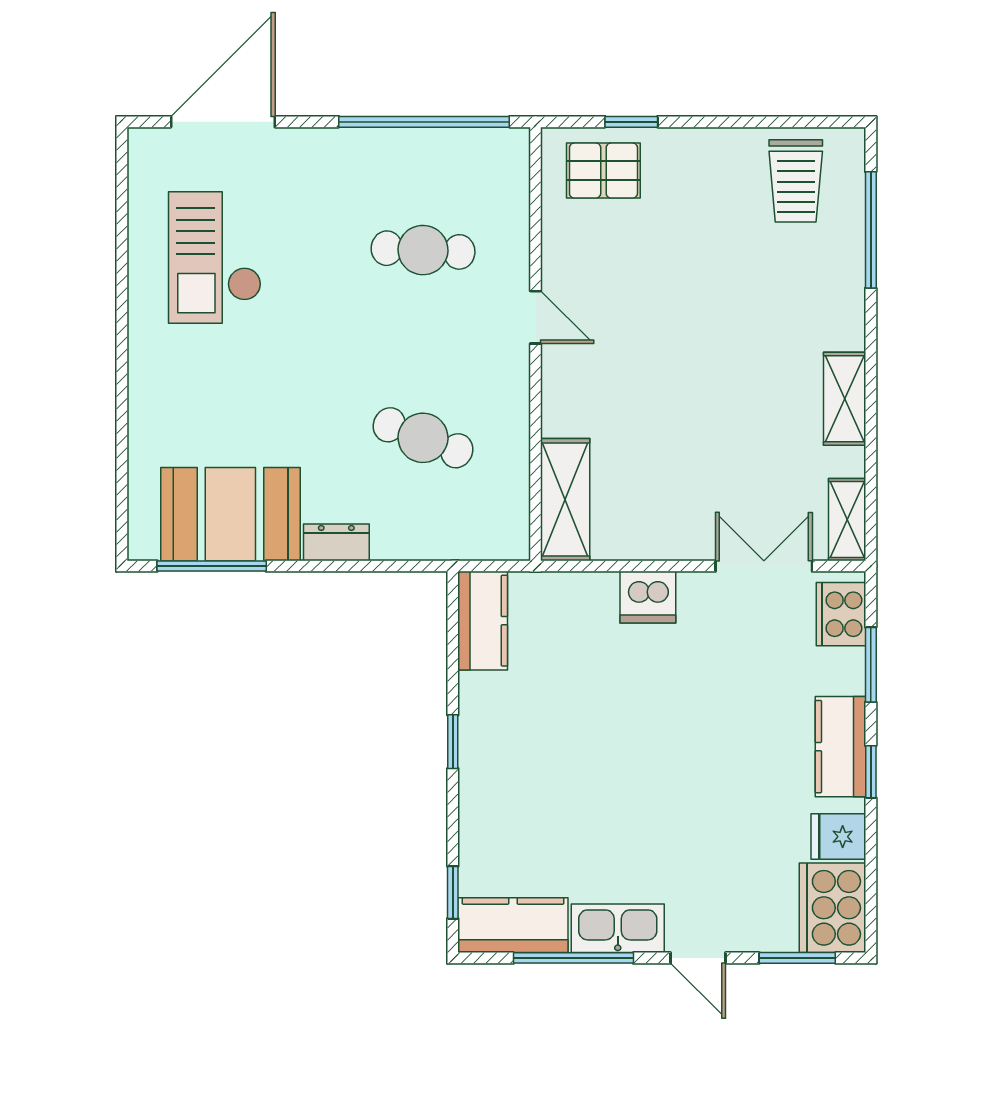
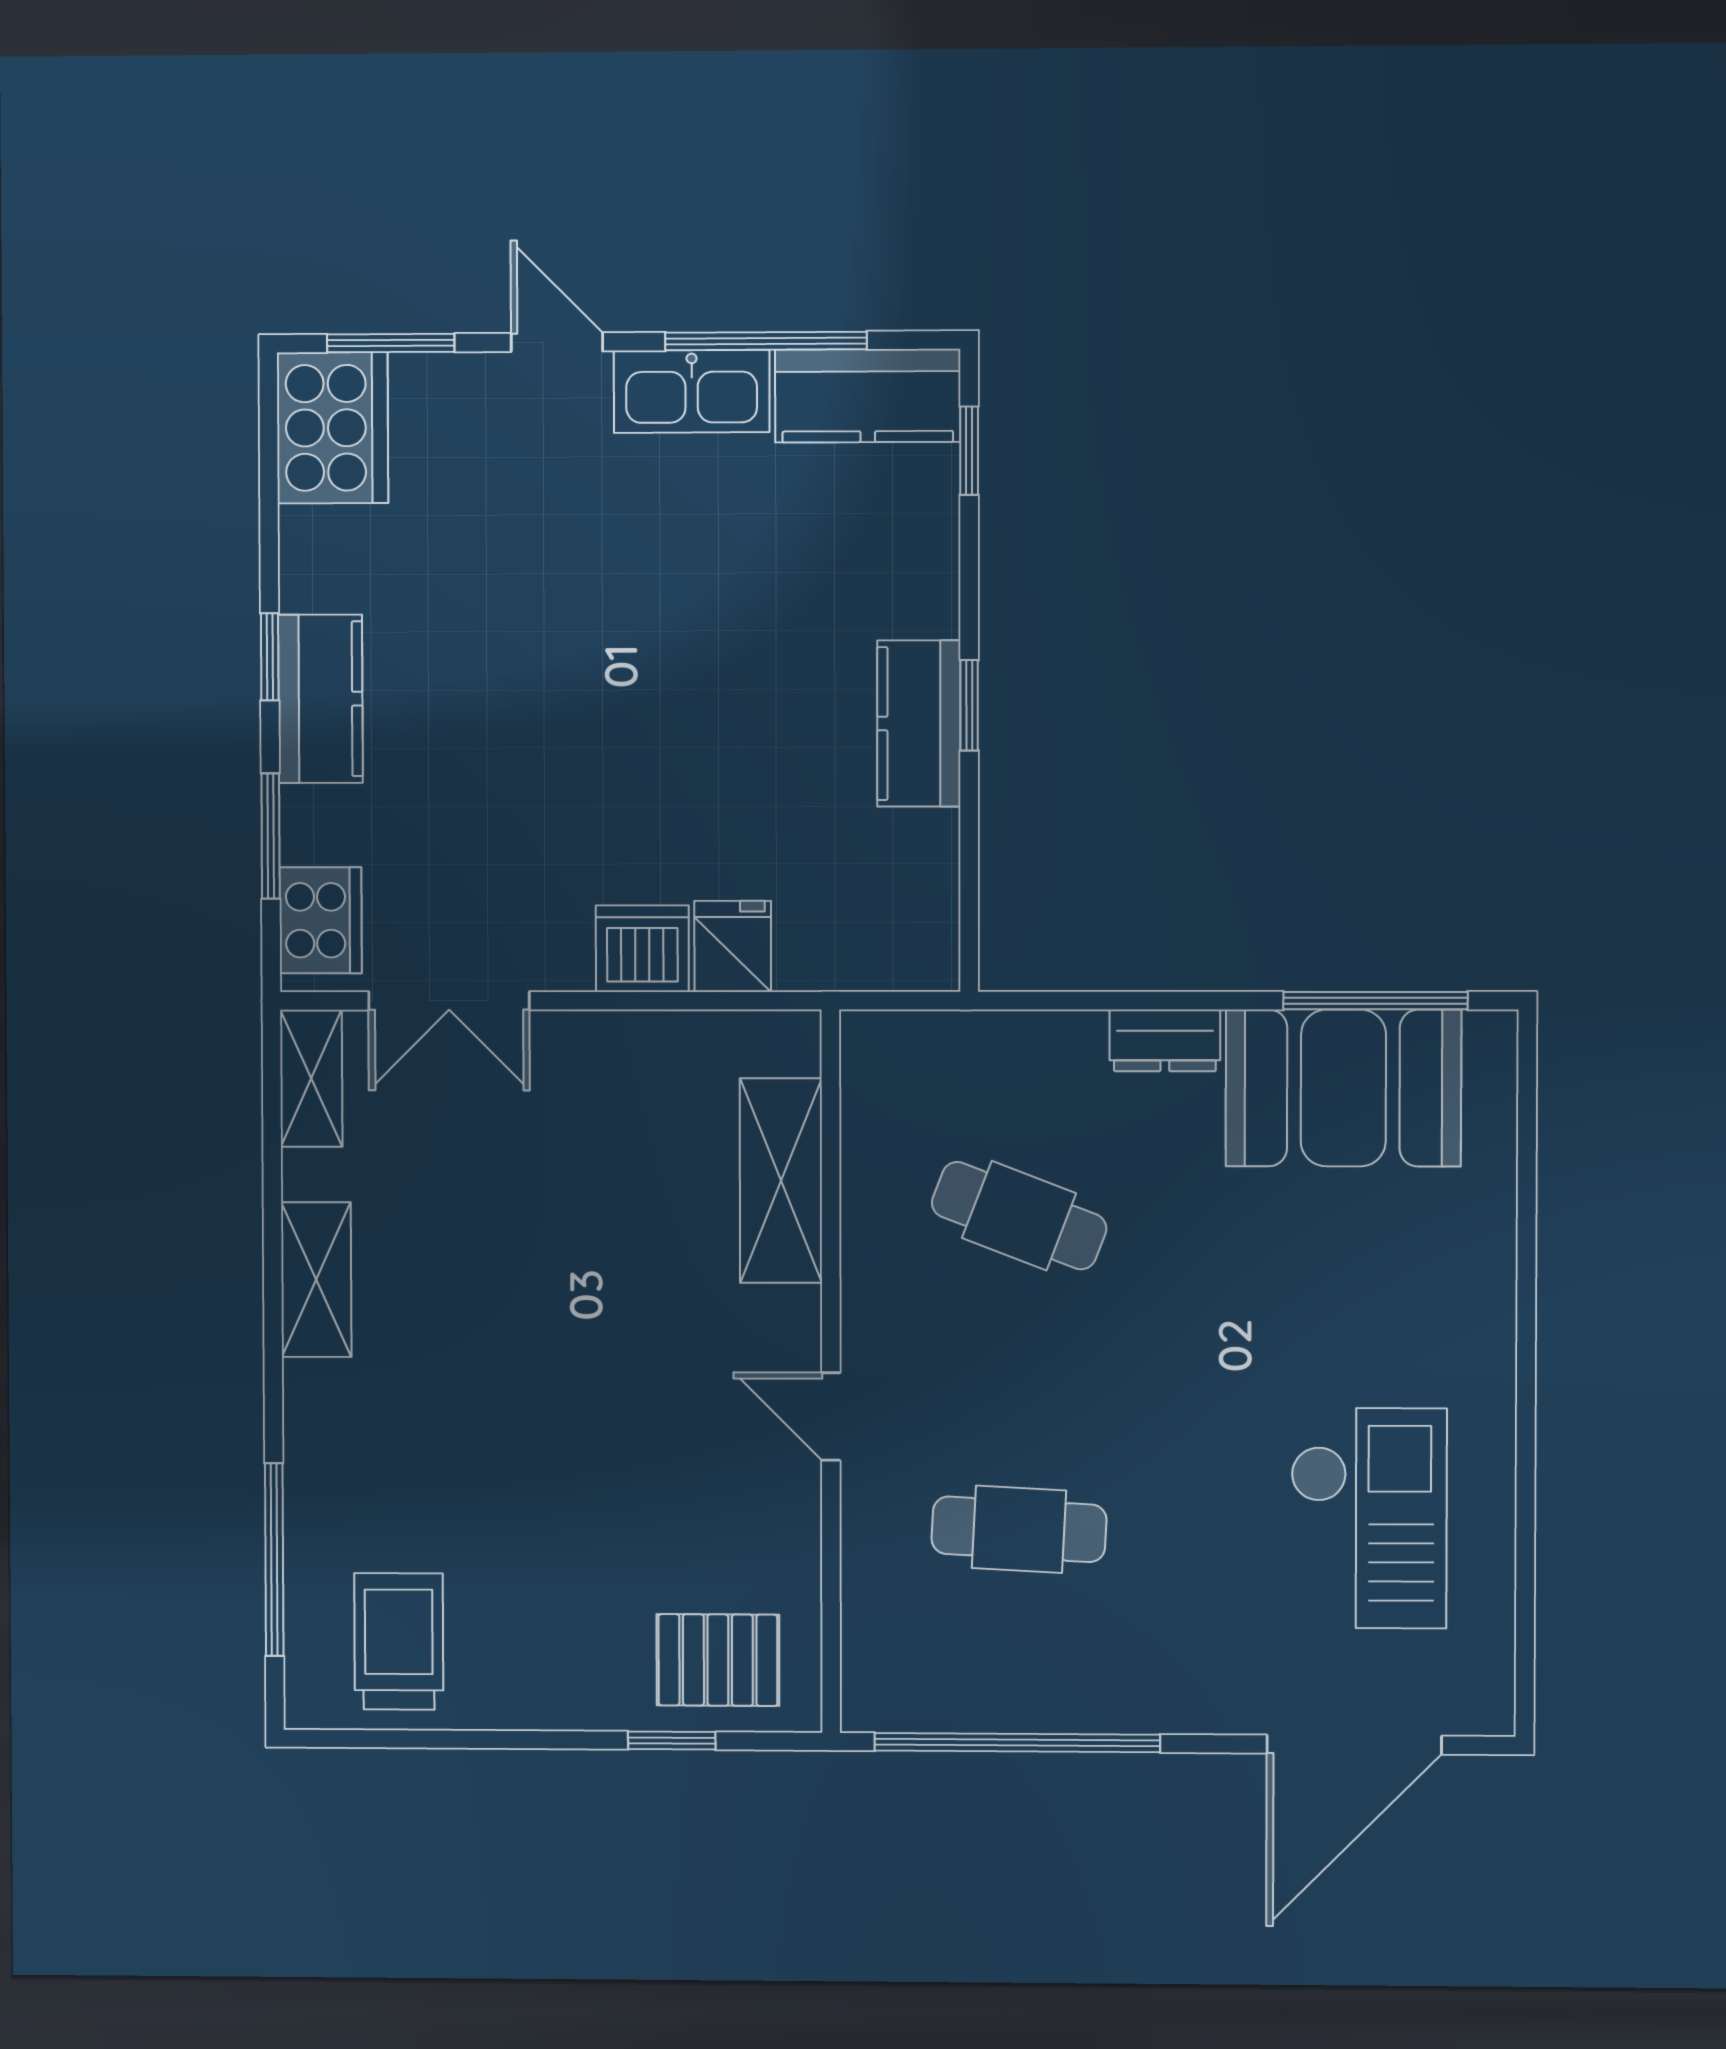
shelving: (565, 500) -> (781, 1181), moved
kitchen counter: (483, 621) -> (919, 723), moved
fridge: (838, 837) -> (733, 946), moved, turned -90

